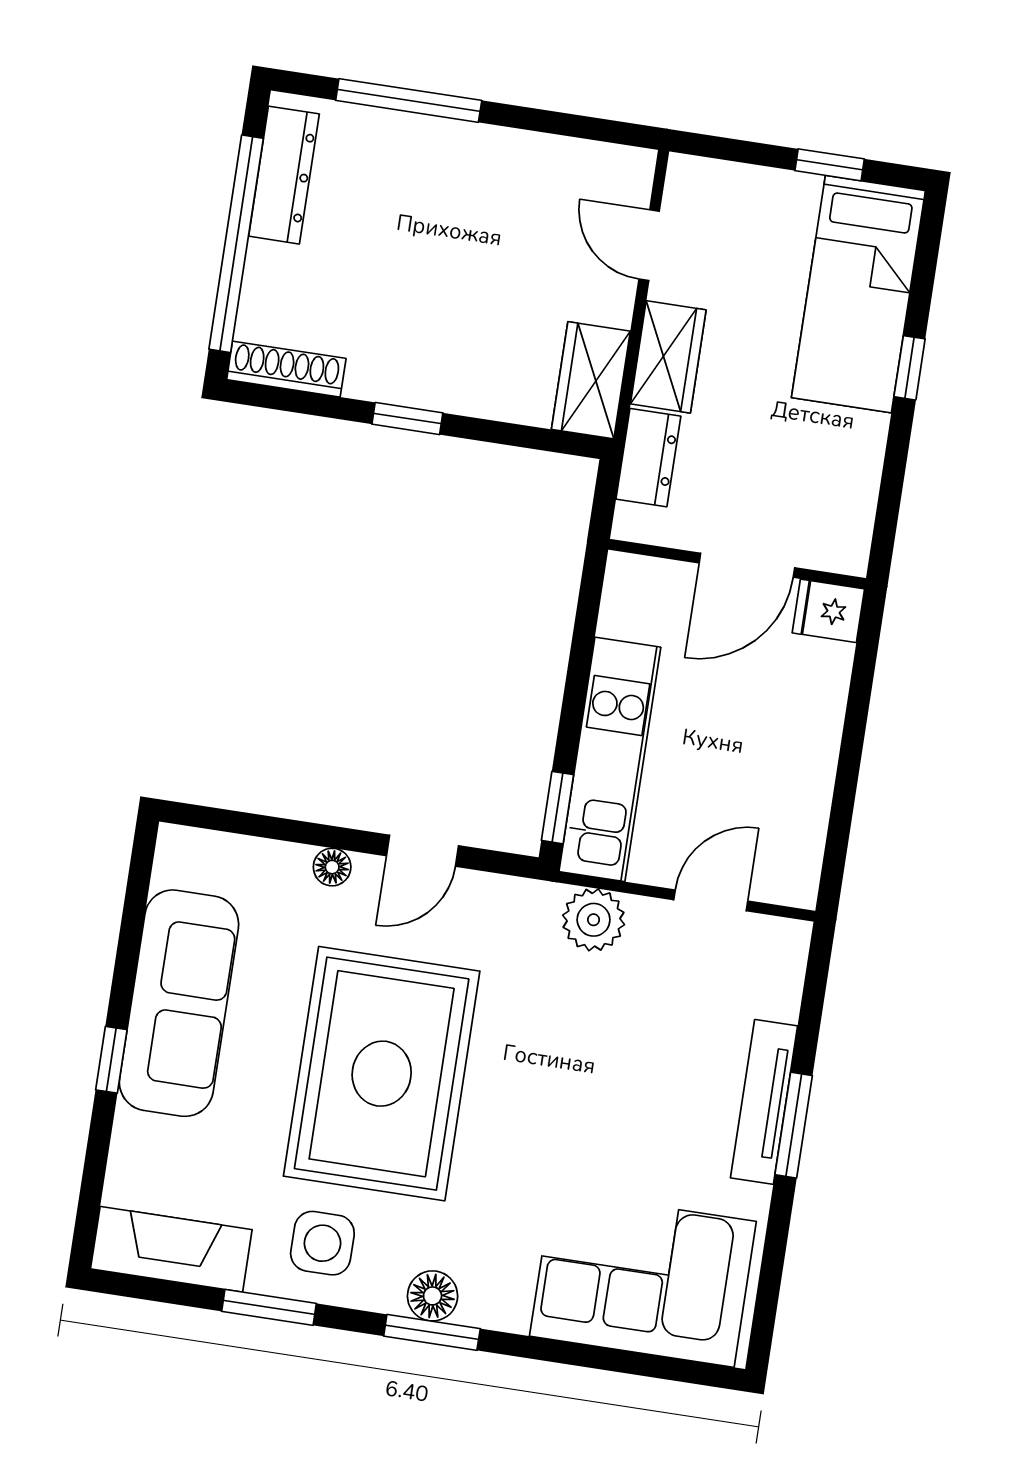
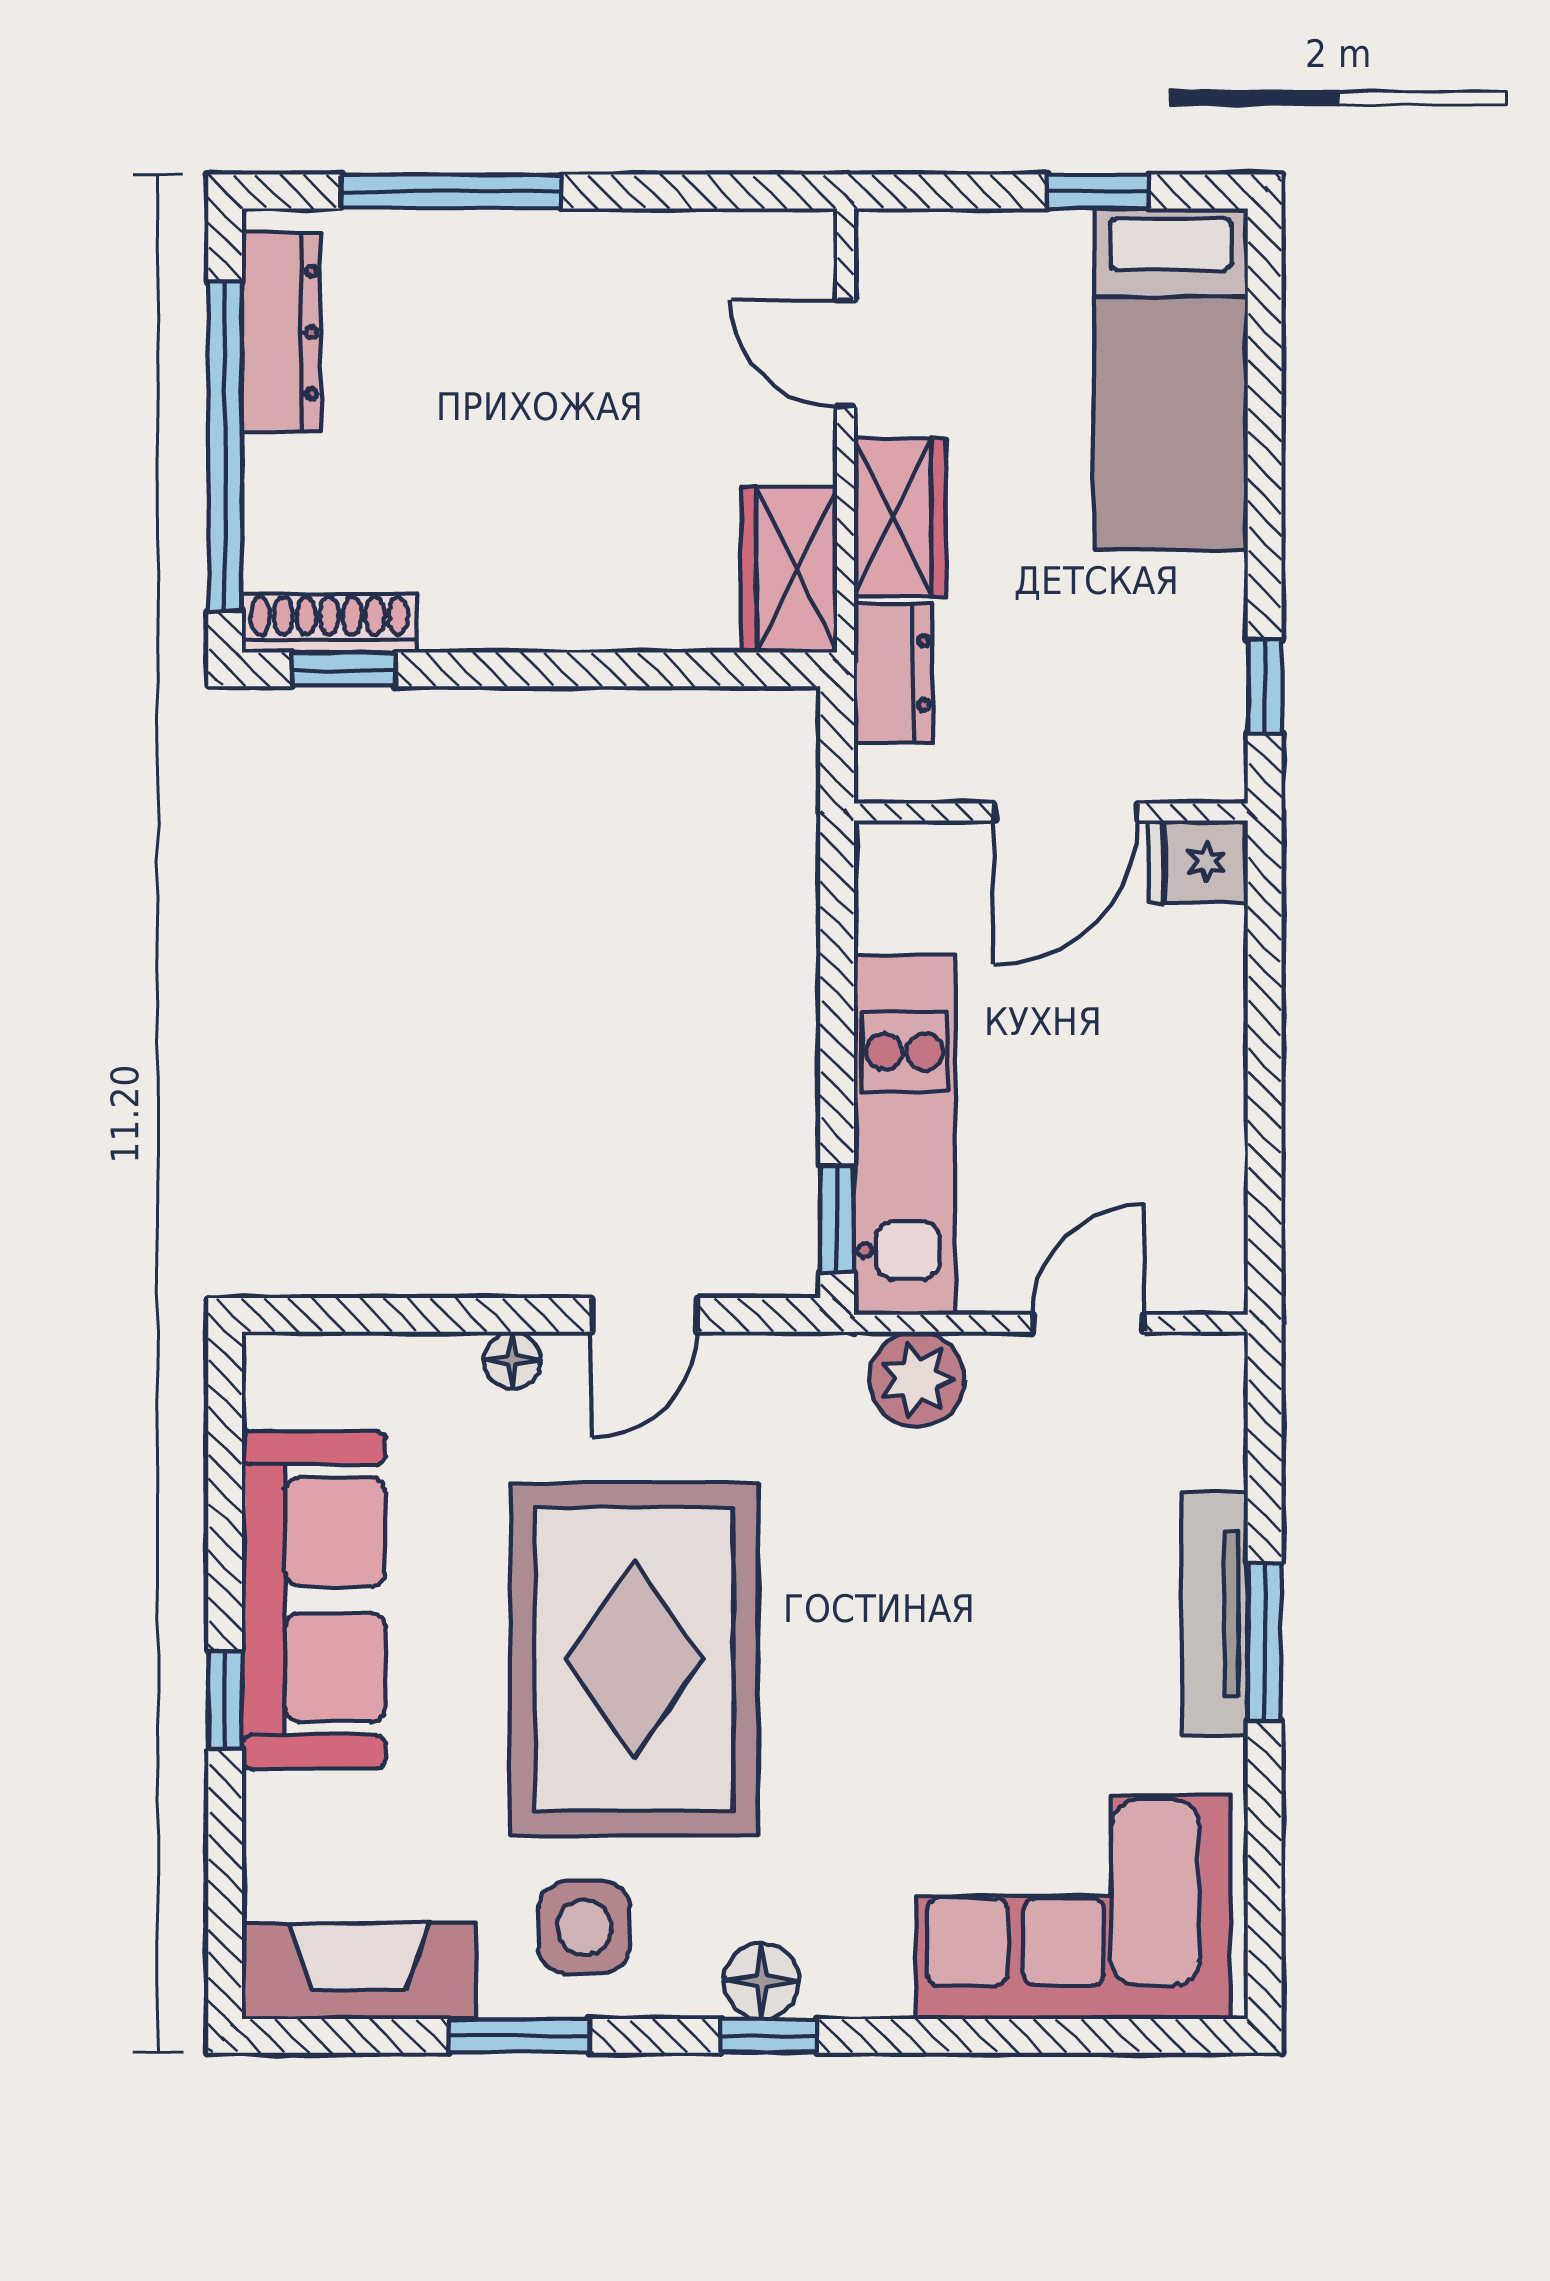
window: (910, 368) -> (1265, 686), moved
window: (407, 418) -> (344, 669), moved
window: (432, 1332) -> (769, 2036), width x0.67

